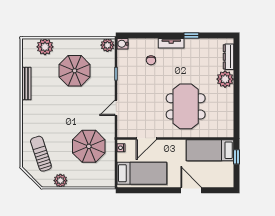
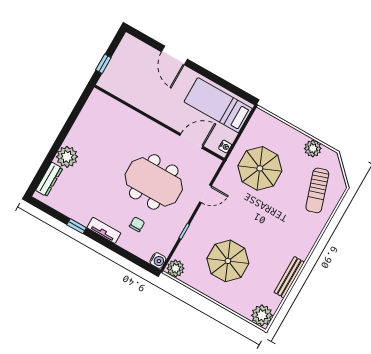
plant: (45, 47) -> (262, 315), moved
meeting table: (186, 106) -> (154, 182), moved, turned 90
bed: (210, 150) -> (128, 88), removed

